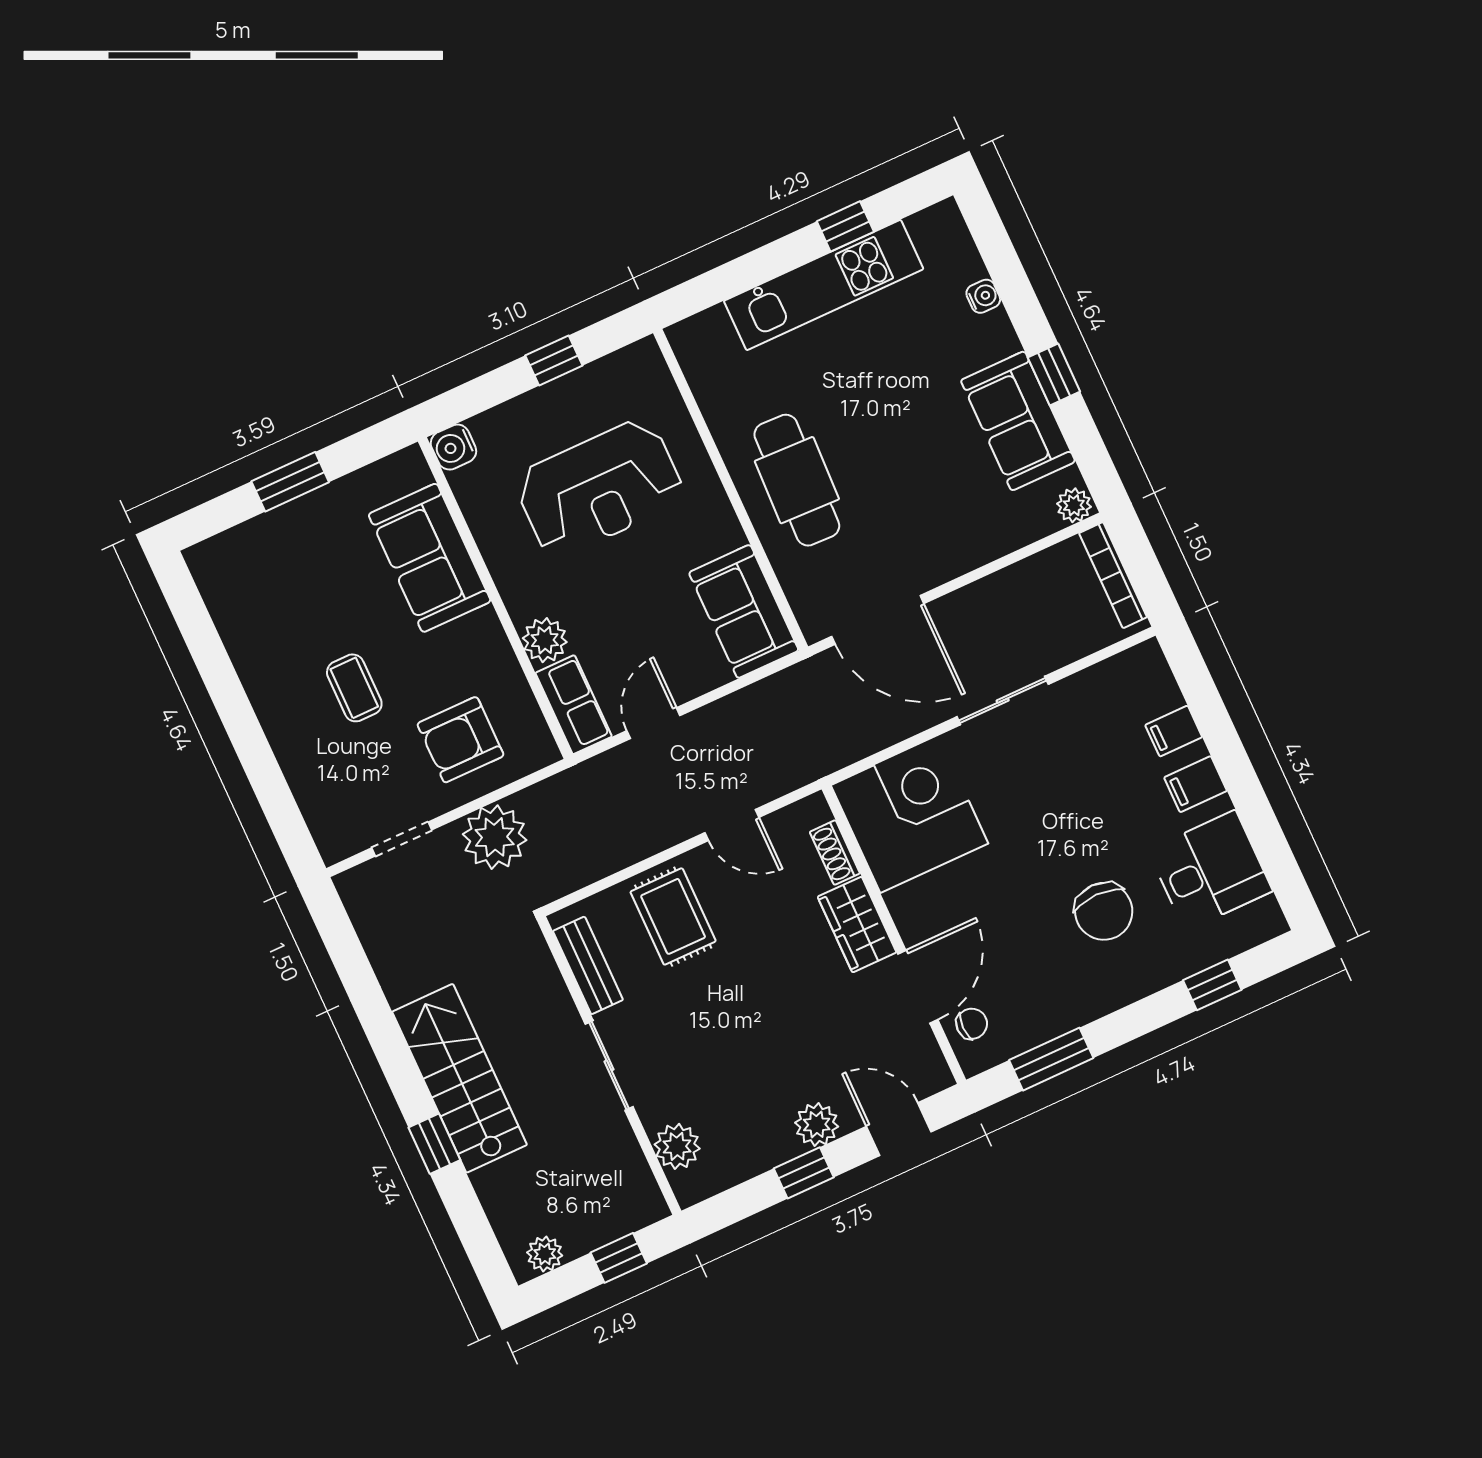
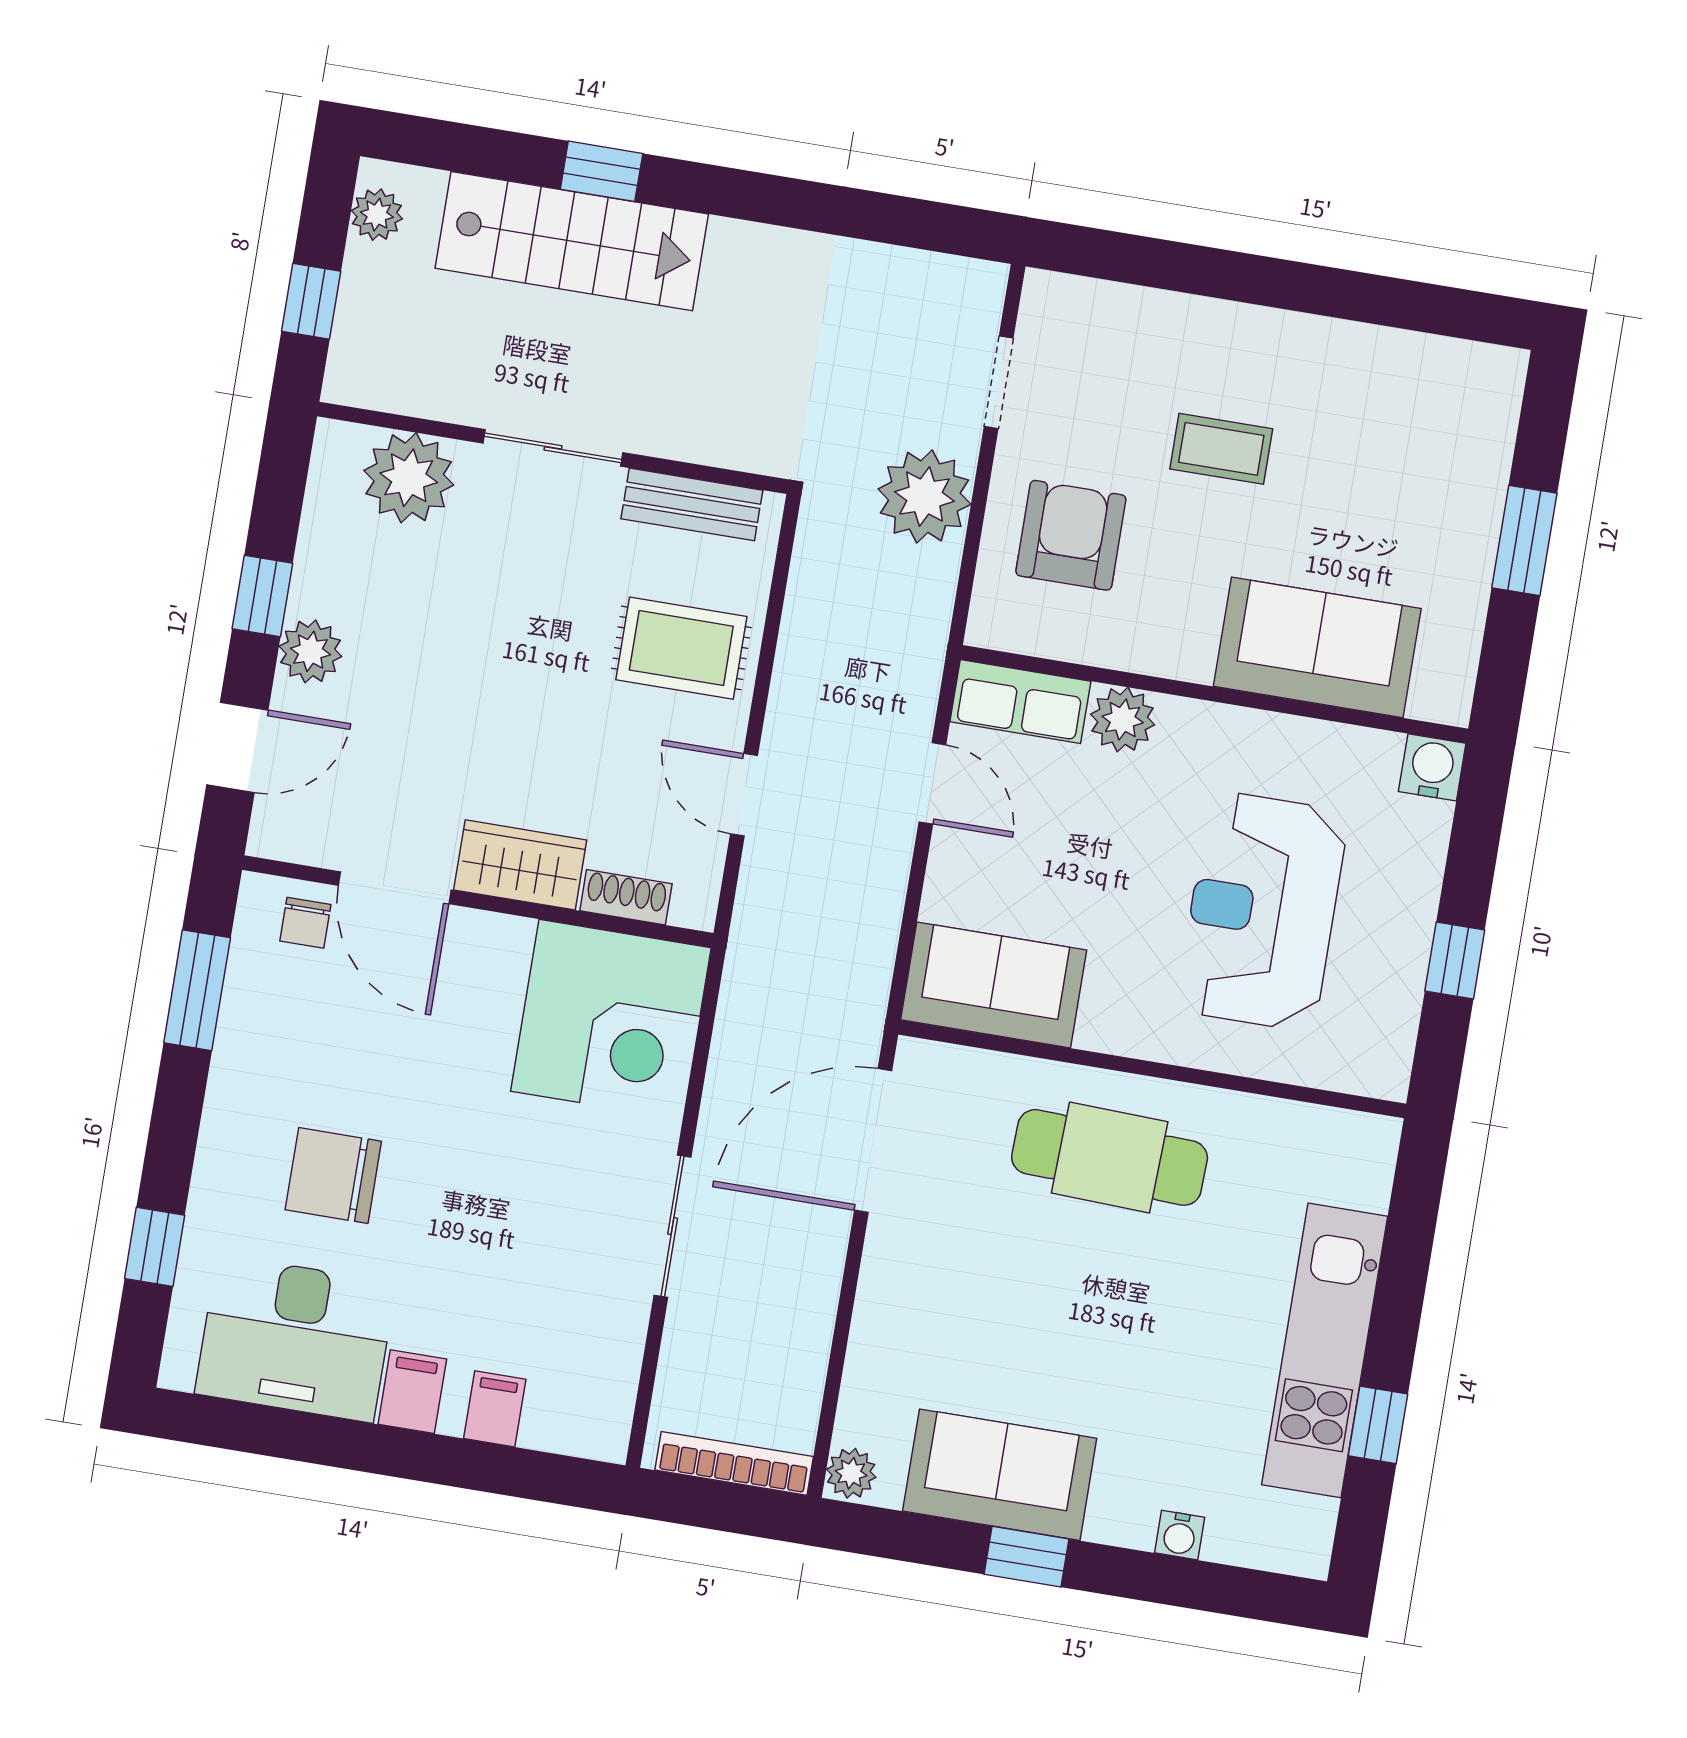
door: (732, 825) -> (744, 795), hinge flipped
desk: (1210, 871) -> (295, 1338), width x1.37
stairs: (460, 1078) -> (572, 241), moved
plant: (677, 1146) -> (409, 478), width x1.36, depth x1.36

